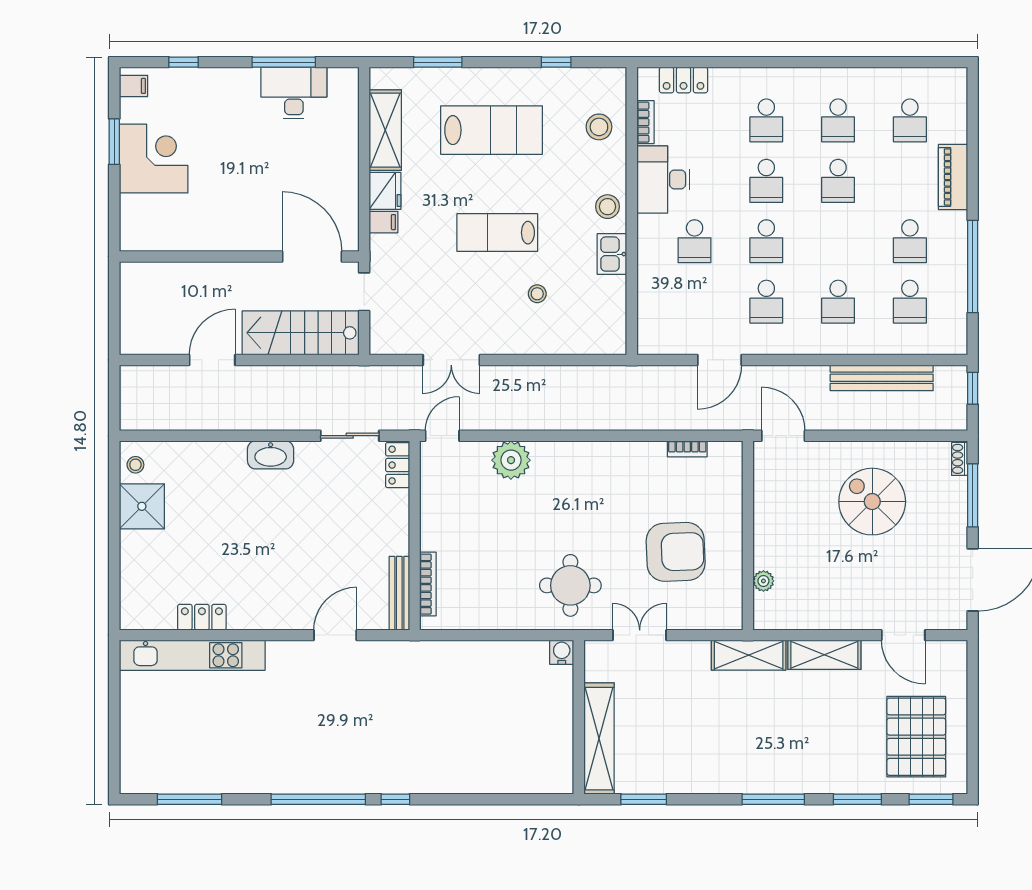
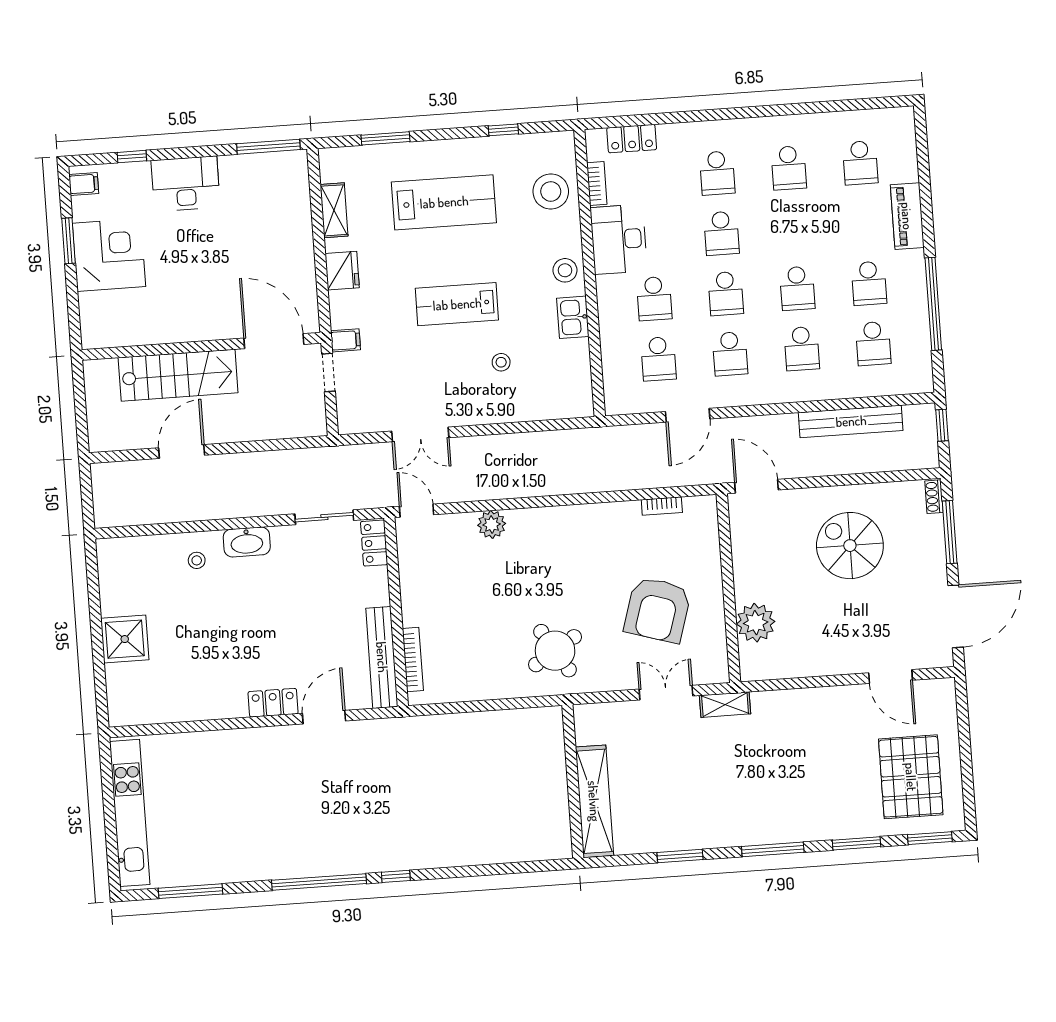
window: (284, 62) -> (268, 147), moved
desk: (294, 93) -> (186, 184), moved
stool: (599, 127) -> (551, 191), width x1.38, depth x1.38
shelving: (385, 130) -> (334, 210), width x0.67, depth x0.75
school desk: (838, 181) -> (797, 288), moved
filing cabinet: (383, 222) -> (345, 340), moved
school desk: (695, 302) -> (659, 359), added
stairs: (301, 333) -> (178, 375), moved, turned 180
door: (442, 436) -> (417, 511), hinge flipped
plant: (511, 460) -> (492, 524), width x0.73, depth x0.73
stool: (135, 465) -> (197, 560), moved
shower: (142, 506) -> (125, 639), moved
armchair: (676, 552) -> (658, 610), turned 109
plant: (763, 581) -> (756, 623), width x1.87, depth x1.87
round table: (570, 585) -> (555, 651), turned -32
bench: (399, 593) -> (382, 657), width x1.37, depth x1.21
locker: (202, 617) -> (273, 703), moved
double door: (640, 635) -> (666, 693), moved
water cooler: (562, 652) -> (551, 718), removed
kitchen unit: (192, 655) -> (130, 813), moved, turned -90
shelving: (749, 655) -> (725, 705), width x0.67, depth x0.75
shelving: (824, 655) -> (813, 702), removed
window: (644, 799) -> (680, 856), moved

